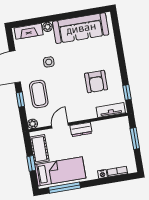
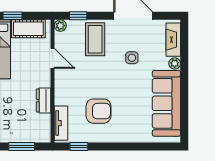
armchair: (96, 82) -> (98, 111), turned 180
coffee table: (39, 94) -> (95, 39), turned 90
window: (20, 100) -> (78, 16), moved
dresser: (81, 129) -> (44, 101), moved

